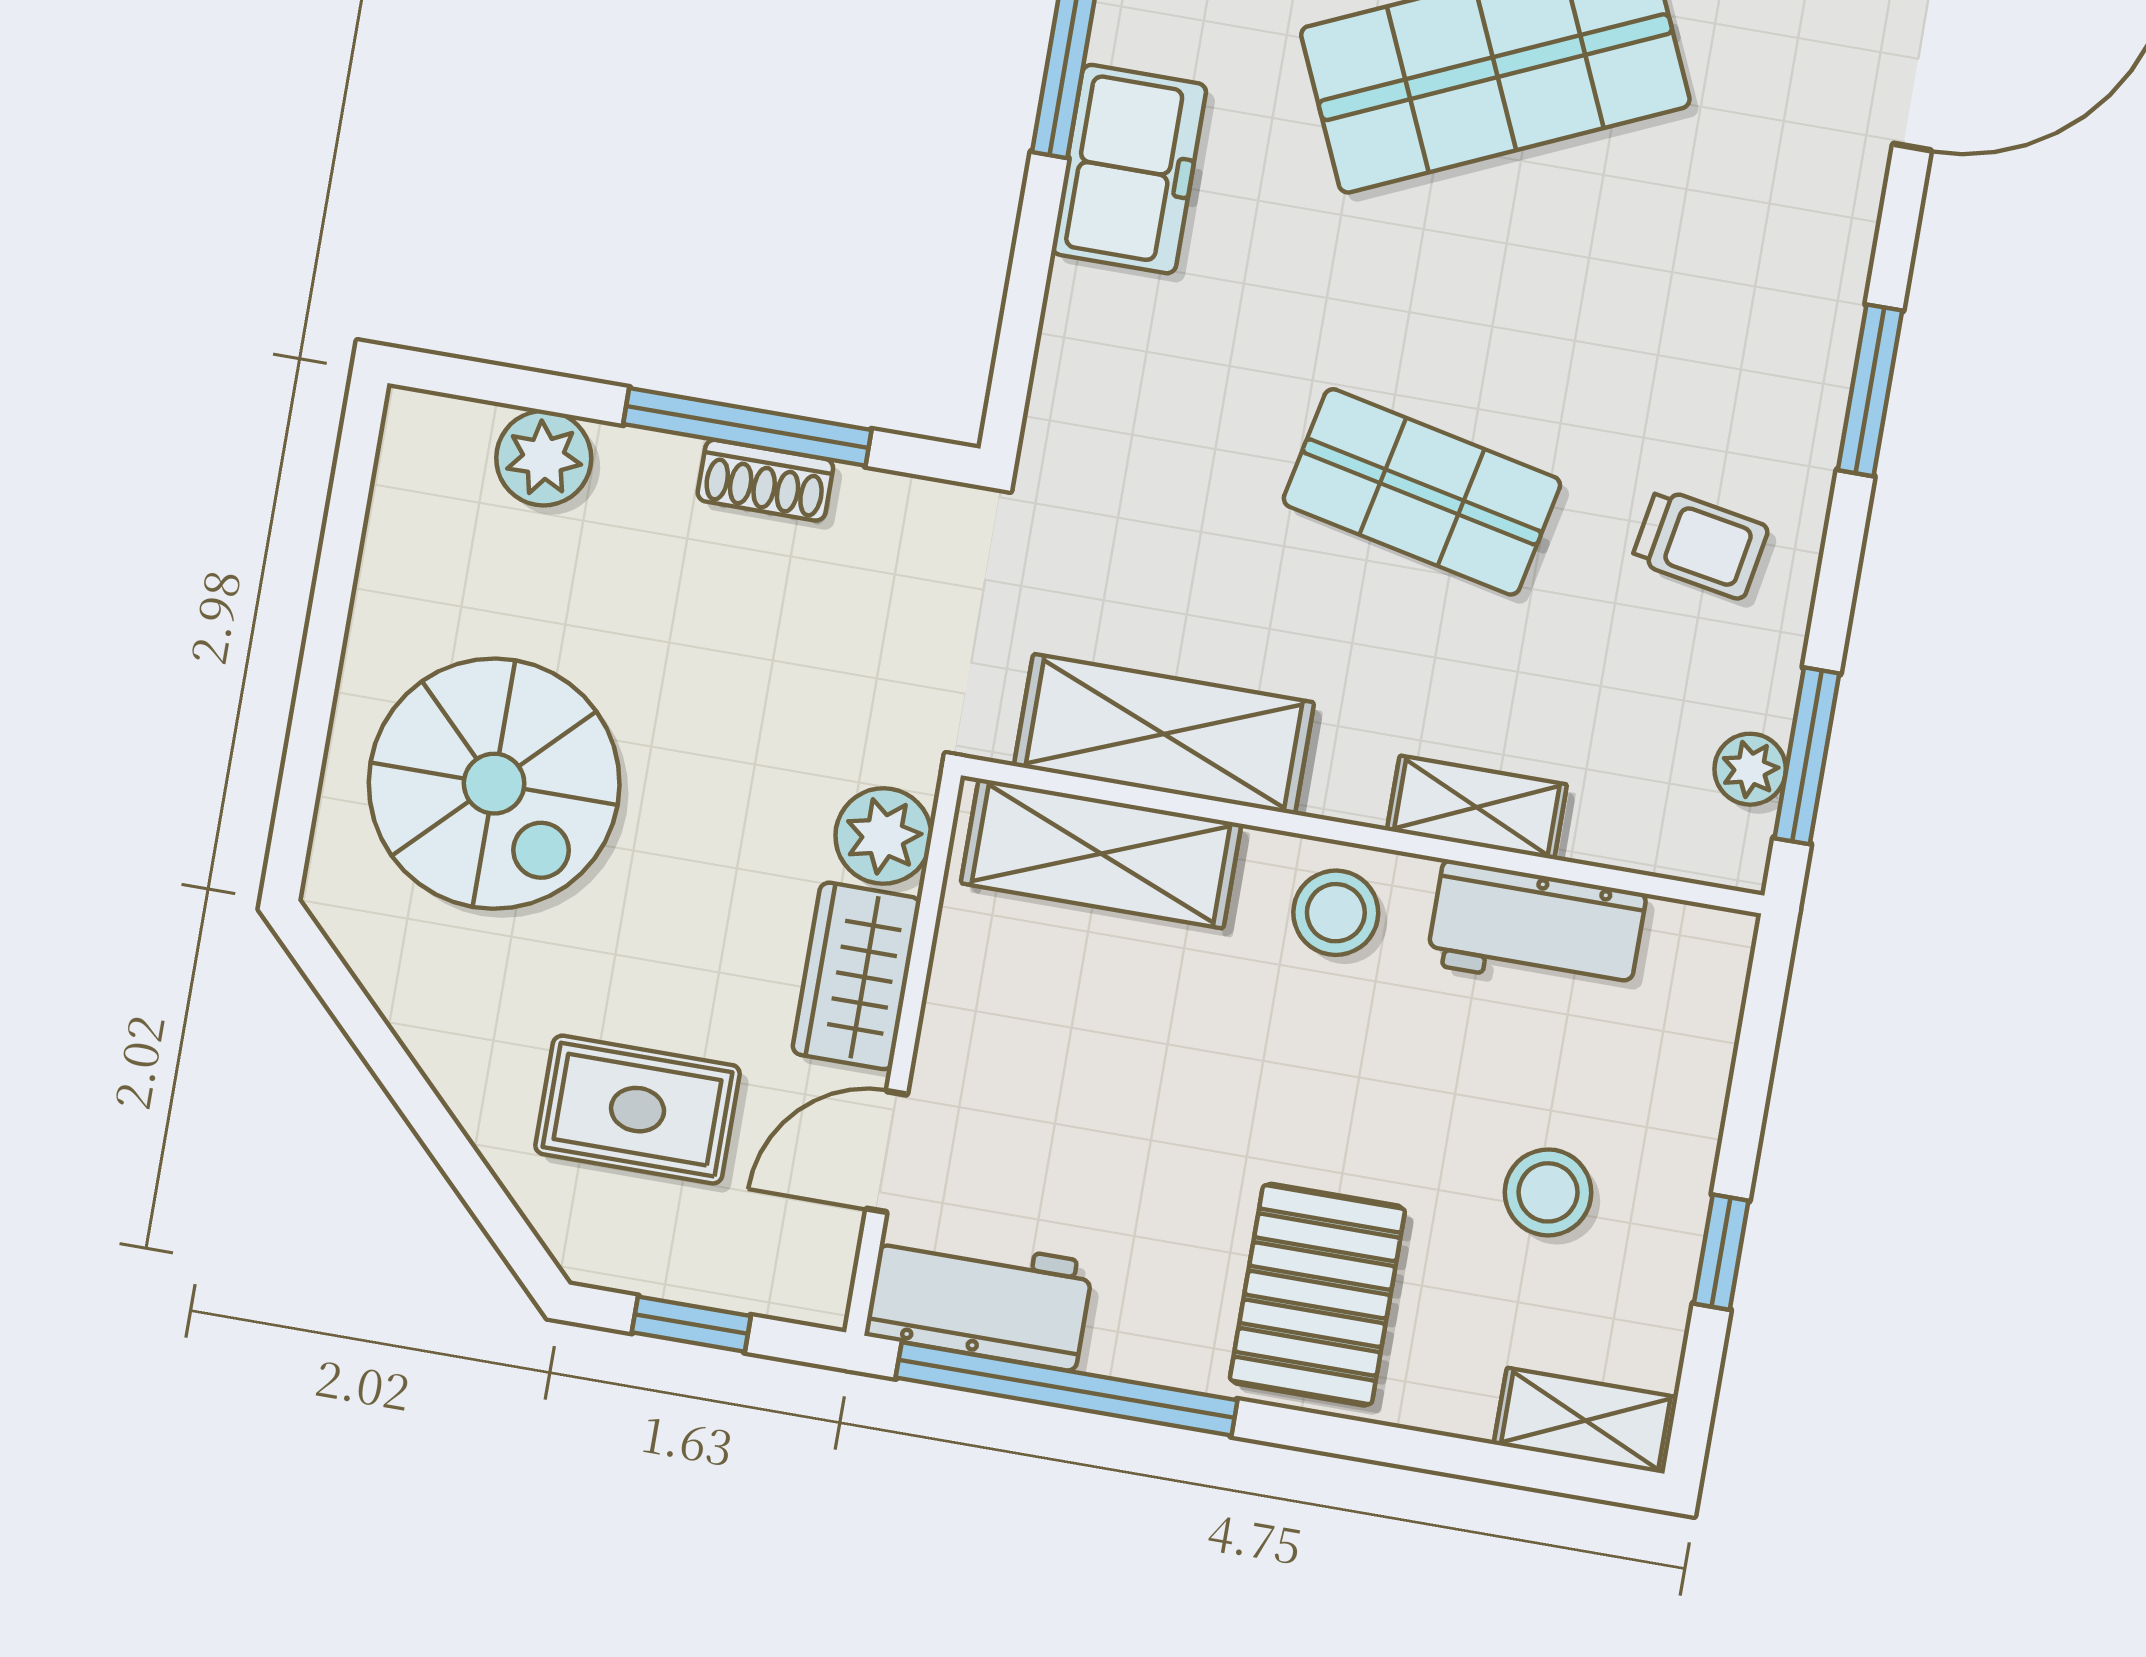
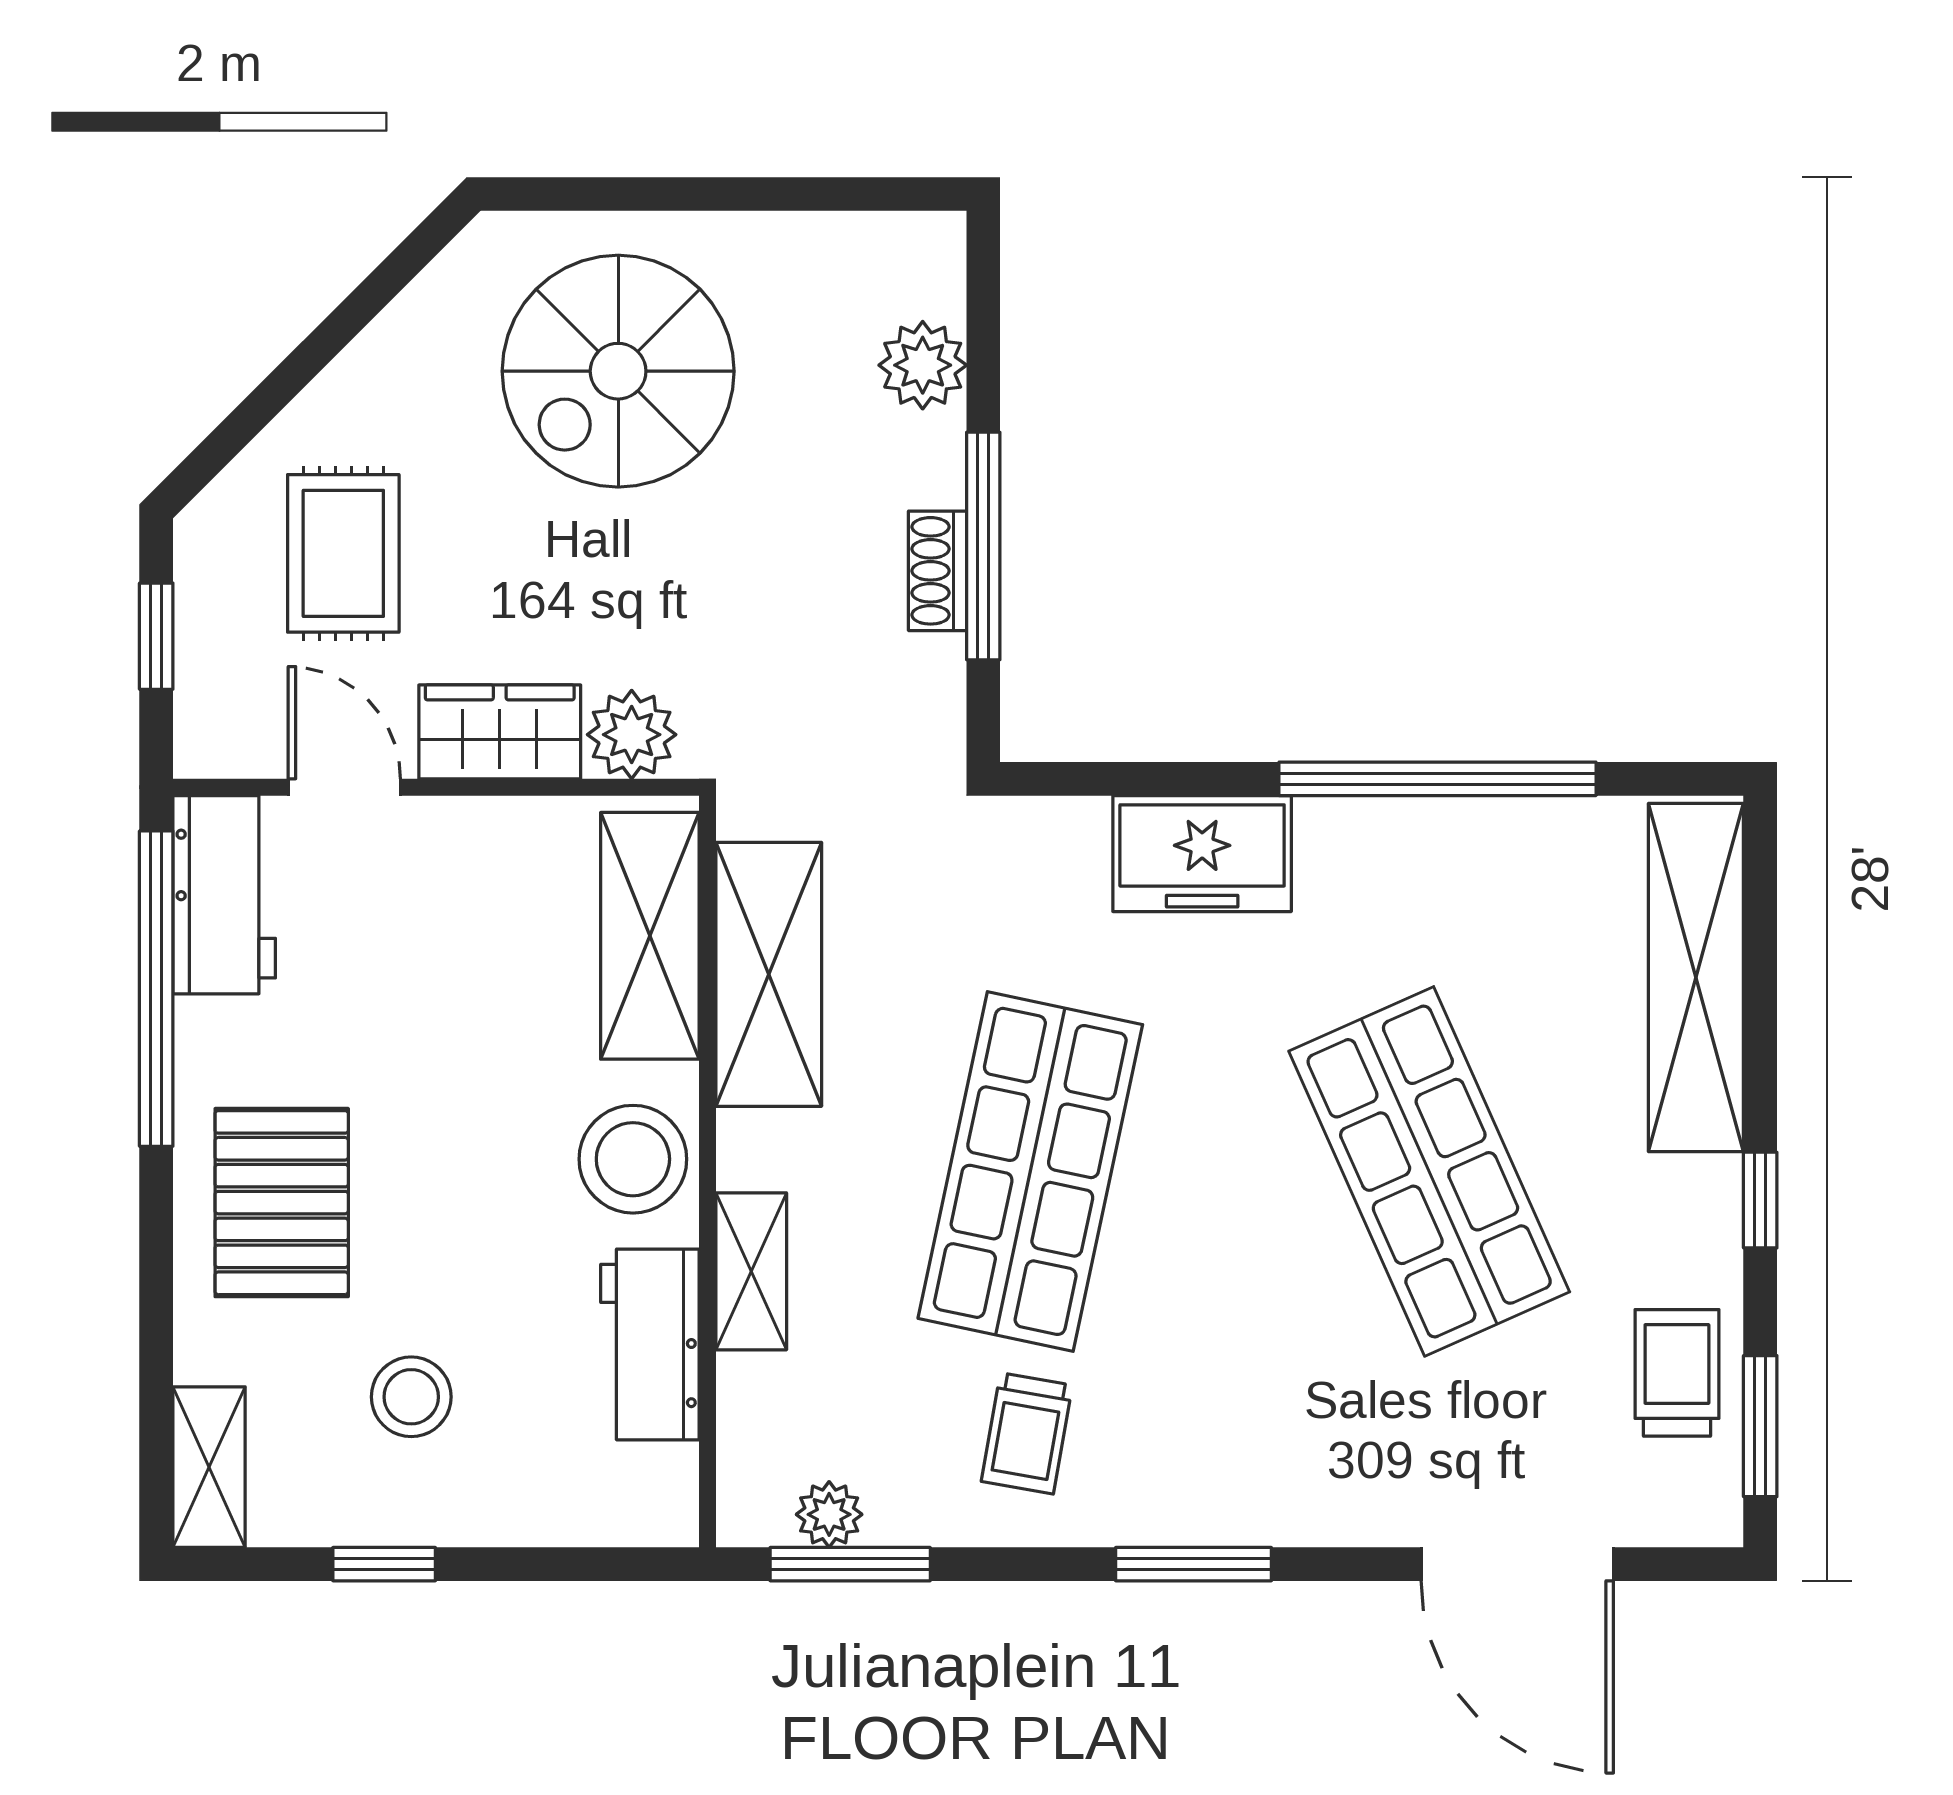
freezer: (1129, 169) -> (1202, 854), moved
shop shelf: (1422, 492) -> (1030, 1171), width x1.43, depth x1.36
stool: (1336, 913) -> (633, 1159), width x1.38, depth x1.38
pallet: (1317, 1295) -> (282, 1203), turned 90

